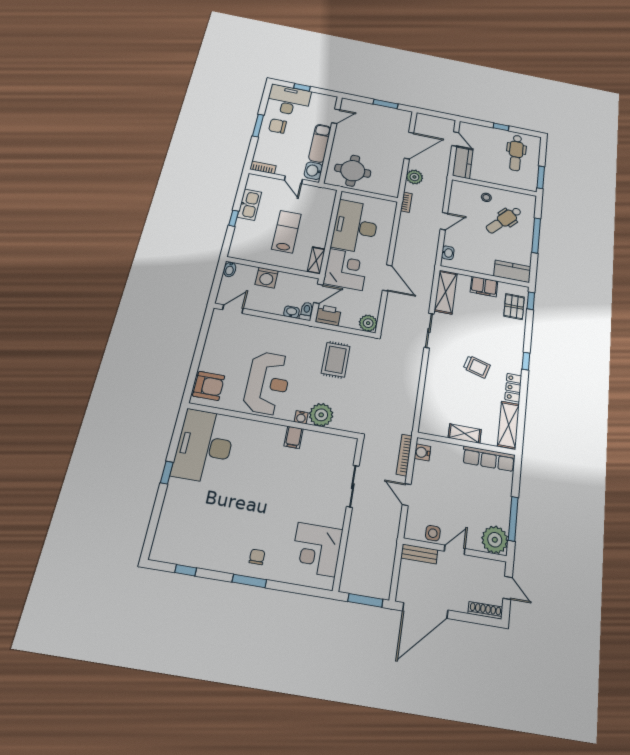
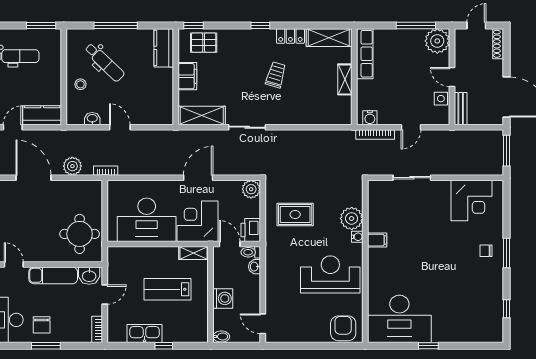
washbasin: (448, 253) -> (92, 119), moved

